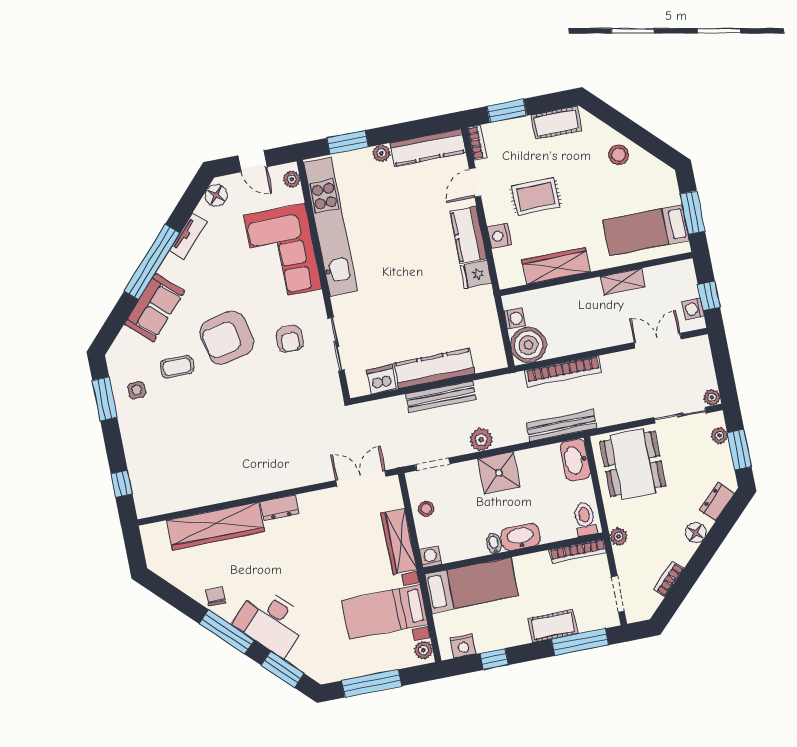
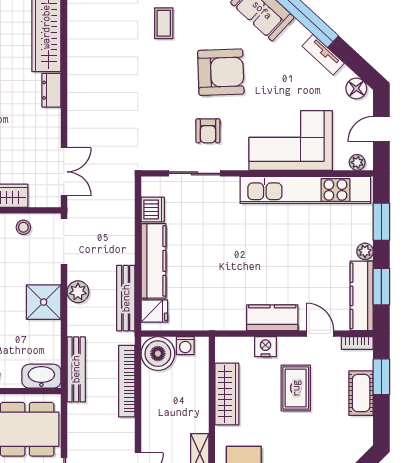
cot: (556, 123) -> (361, 393), moved
window: (414, 129) -> (381, 287), added
fridge: (476, 274) -> (154, 311), moved, turned 90
armchair: (227, 338) -> (221, 72), turned 100
armchair: (290, 339) -> (208, 131), turned -90
coffee table: (177, 367) -> (164, 23), moved
bench: (441, 397) -> (126, 298), moved
doorway: (433, 464) -> (64, 242), width x1.38

